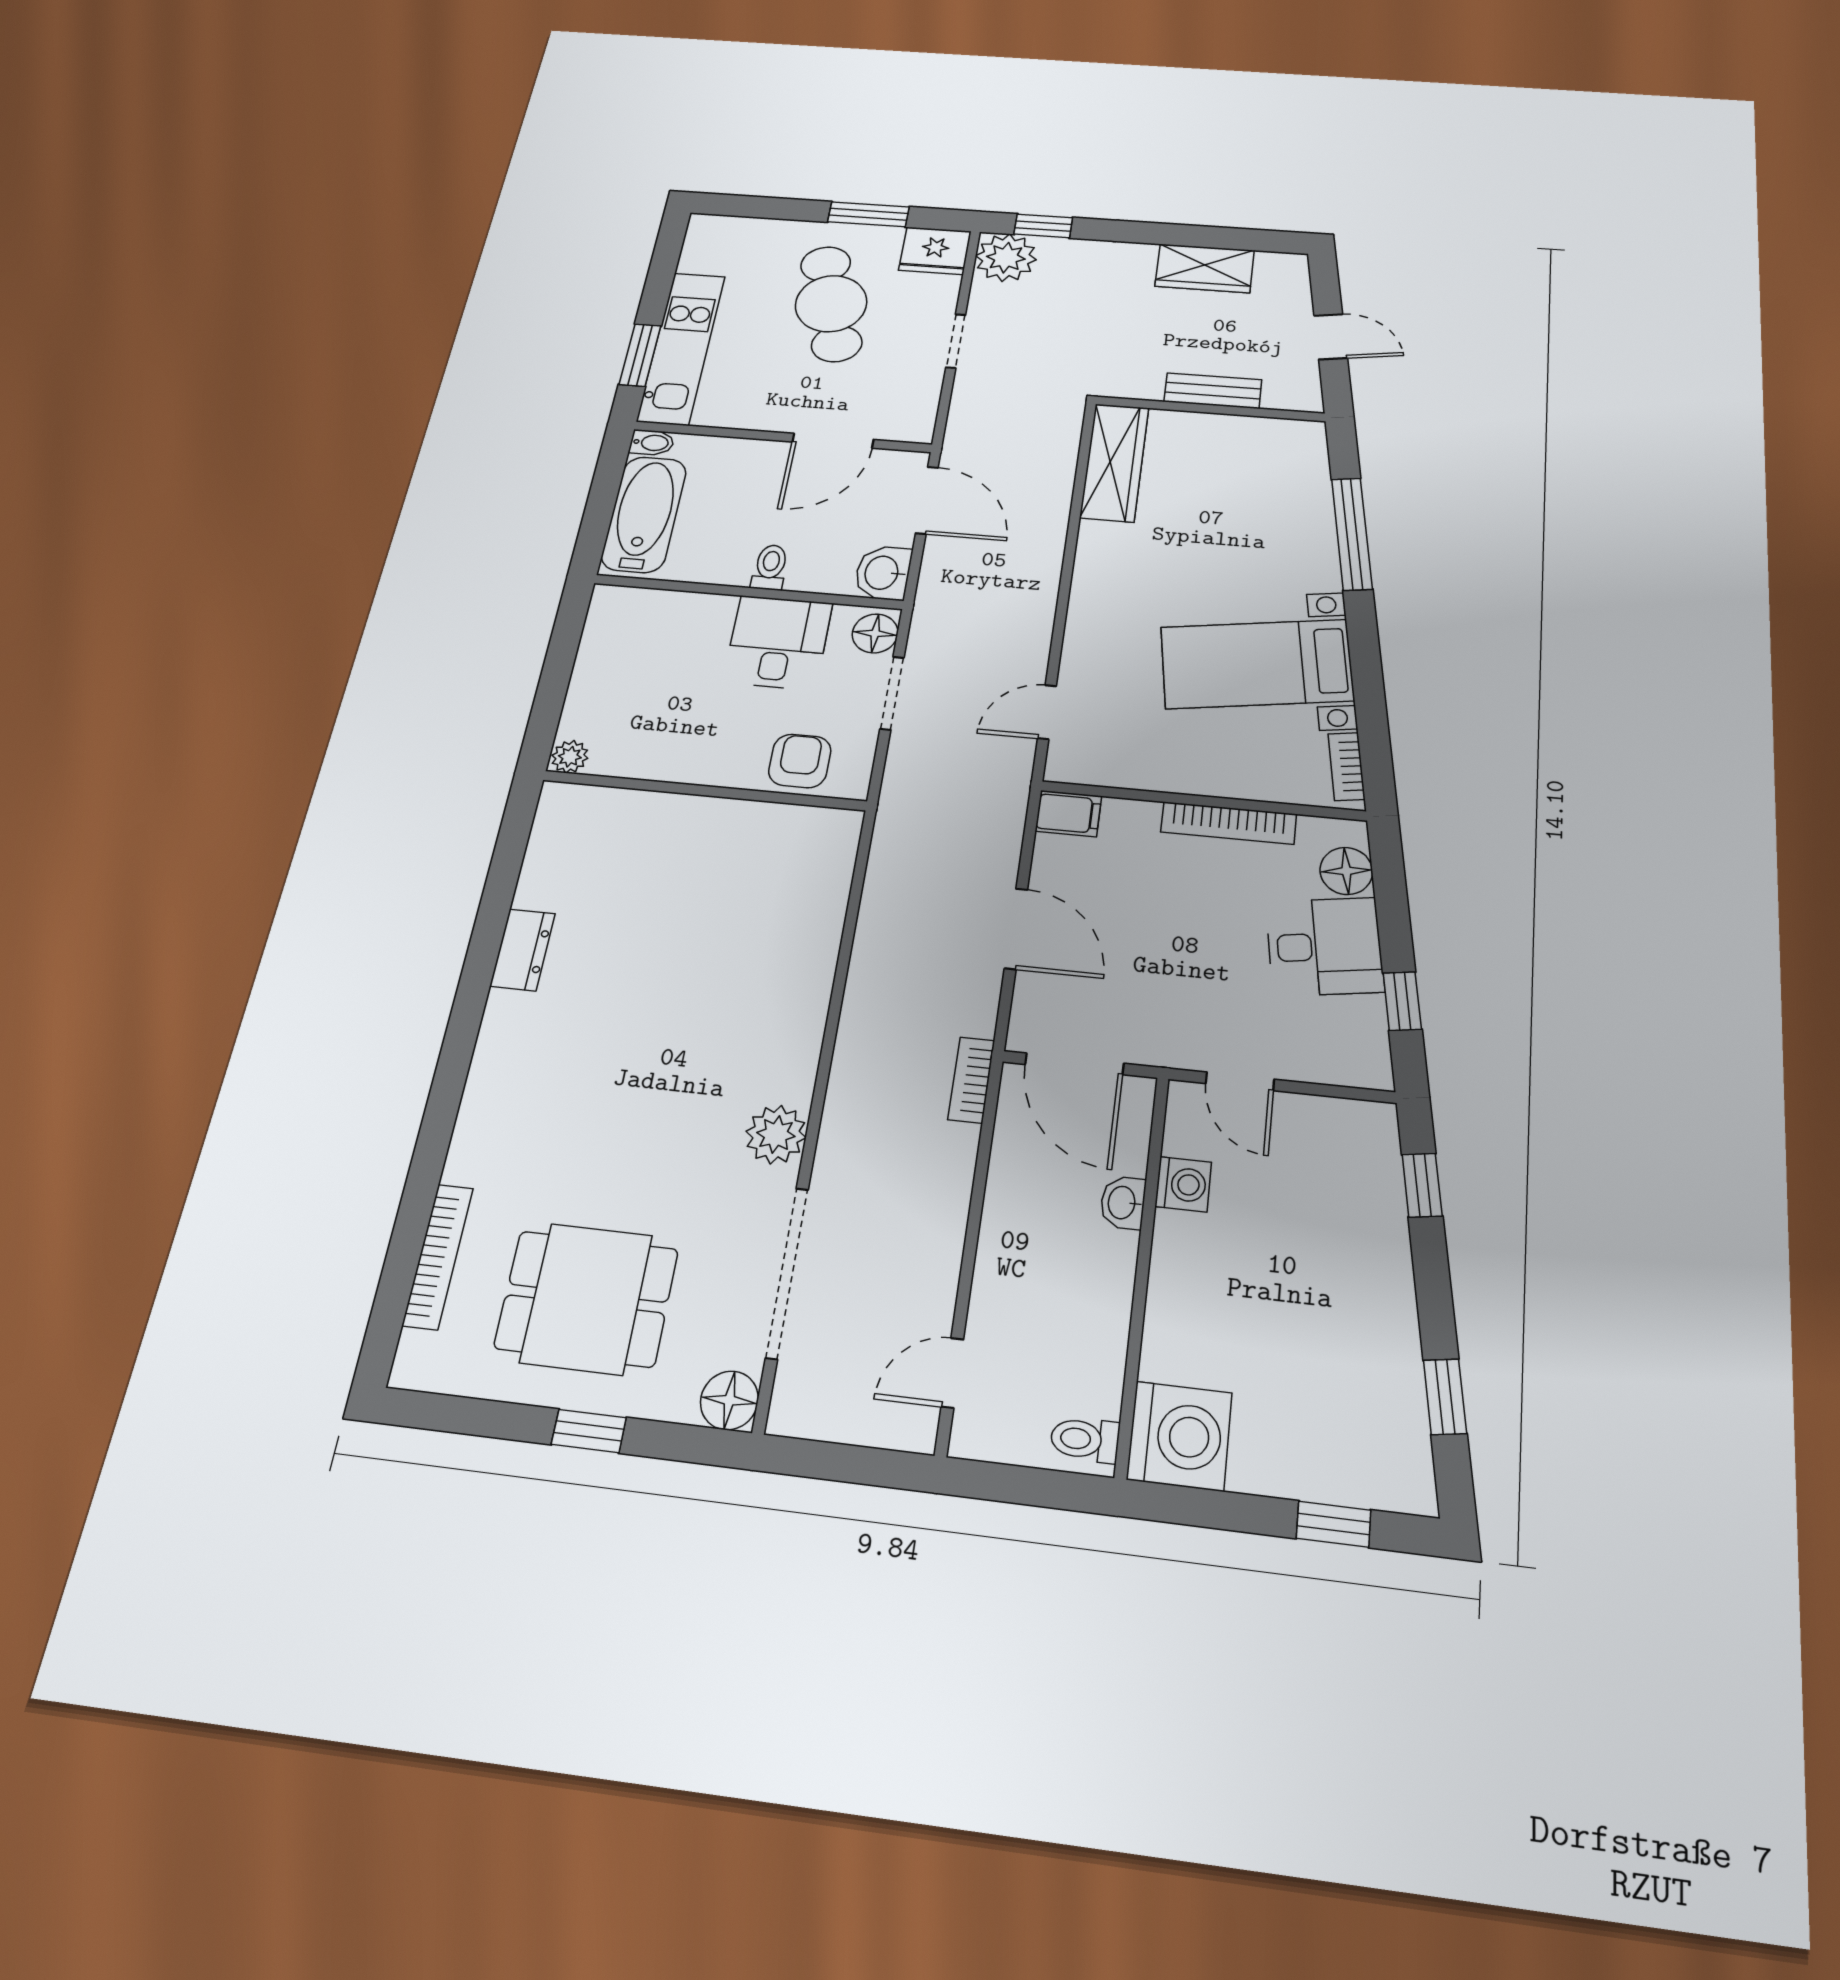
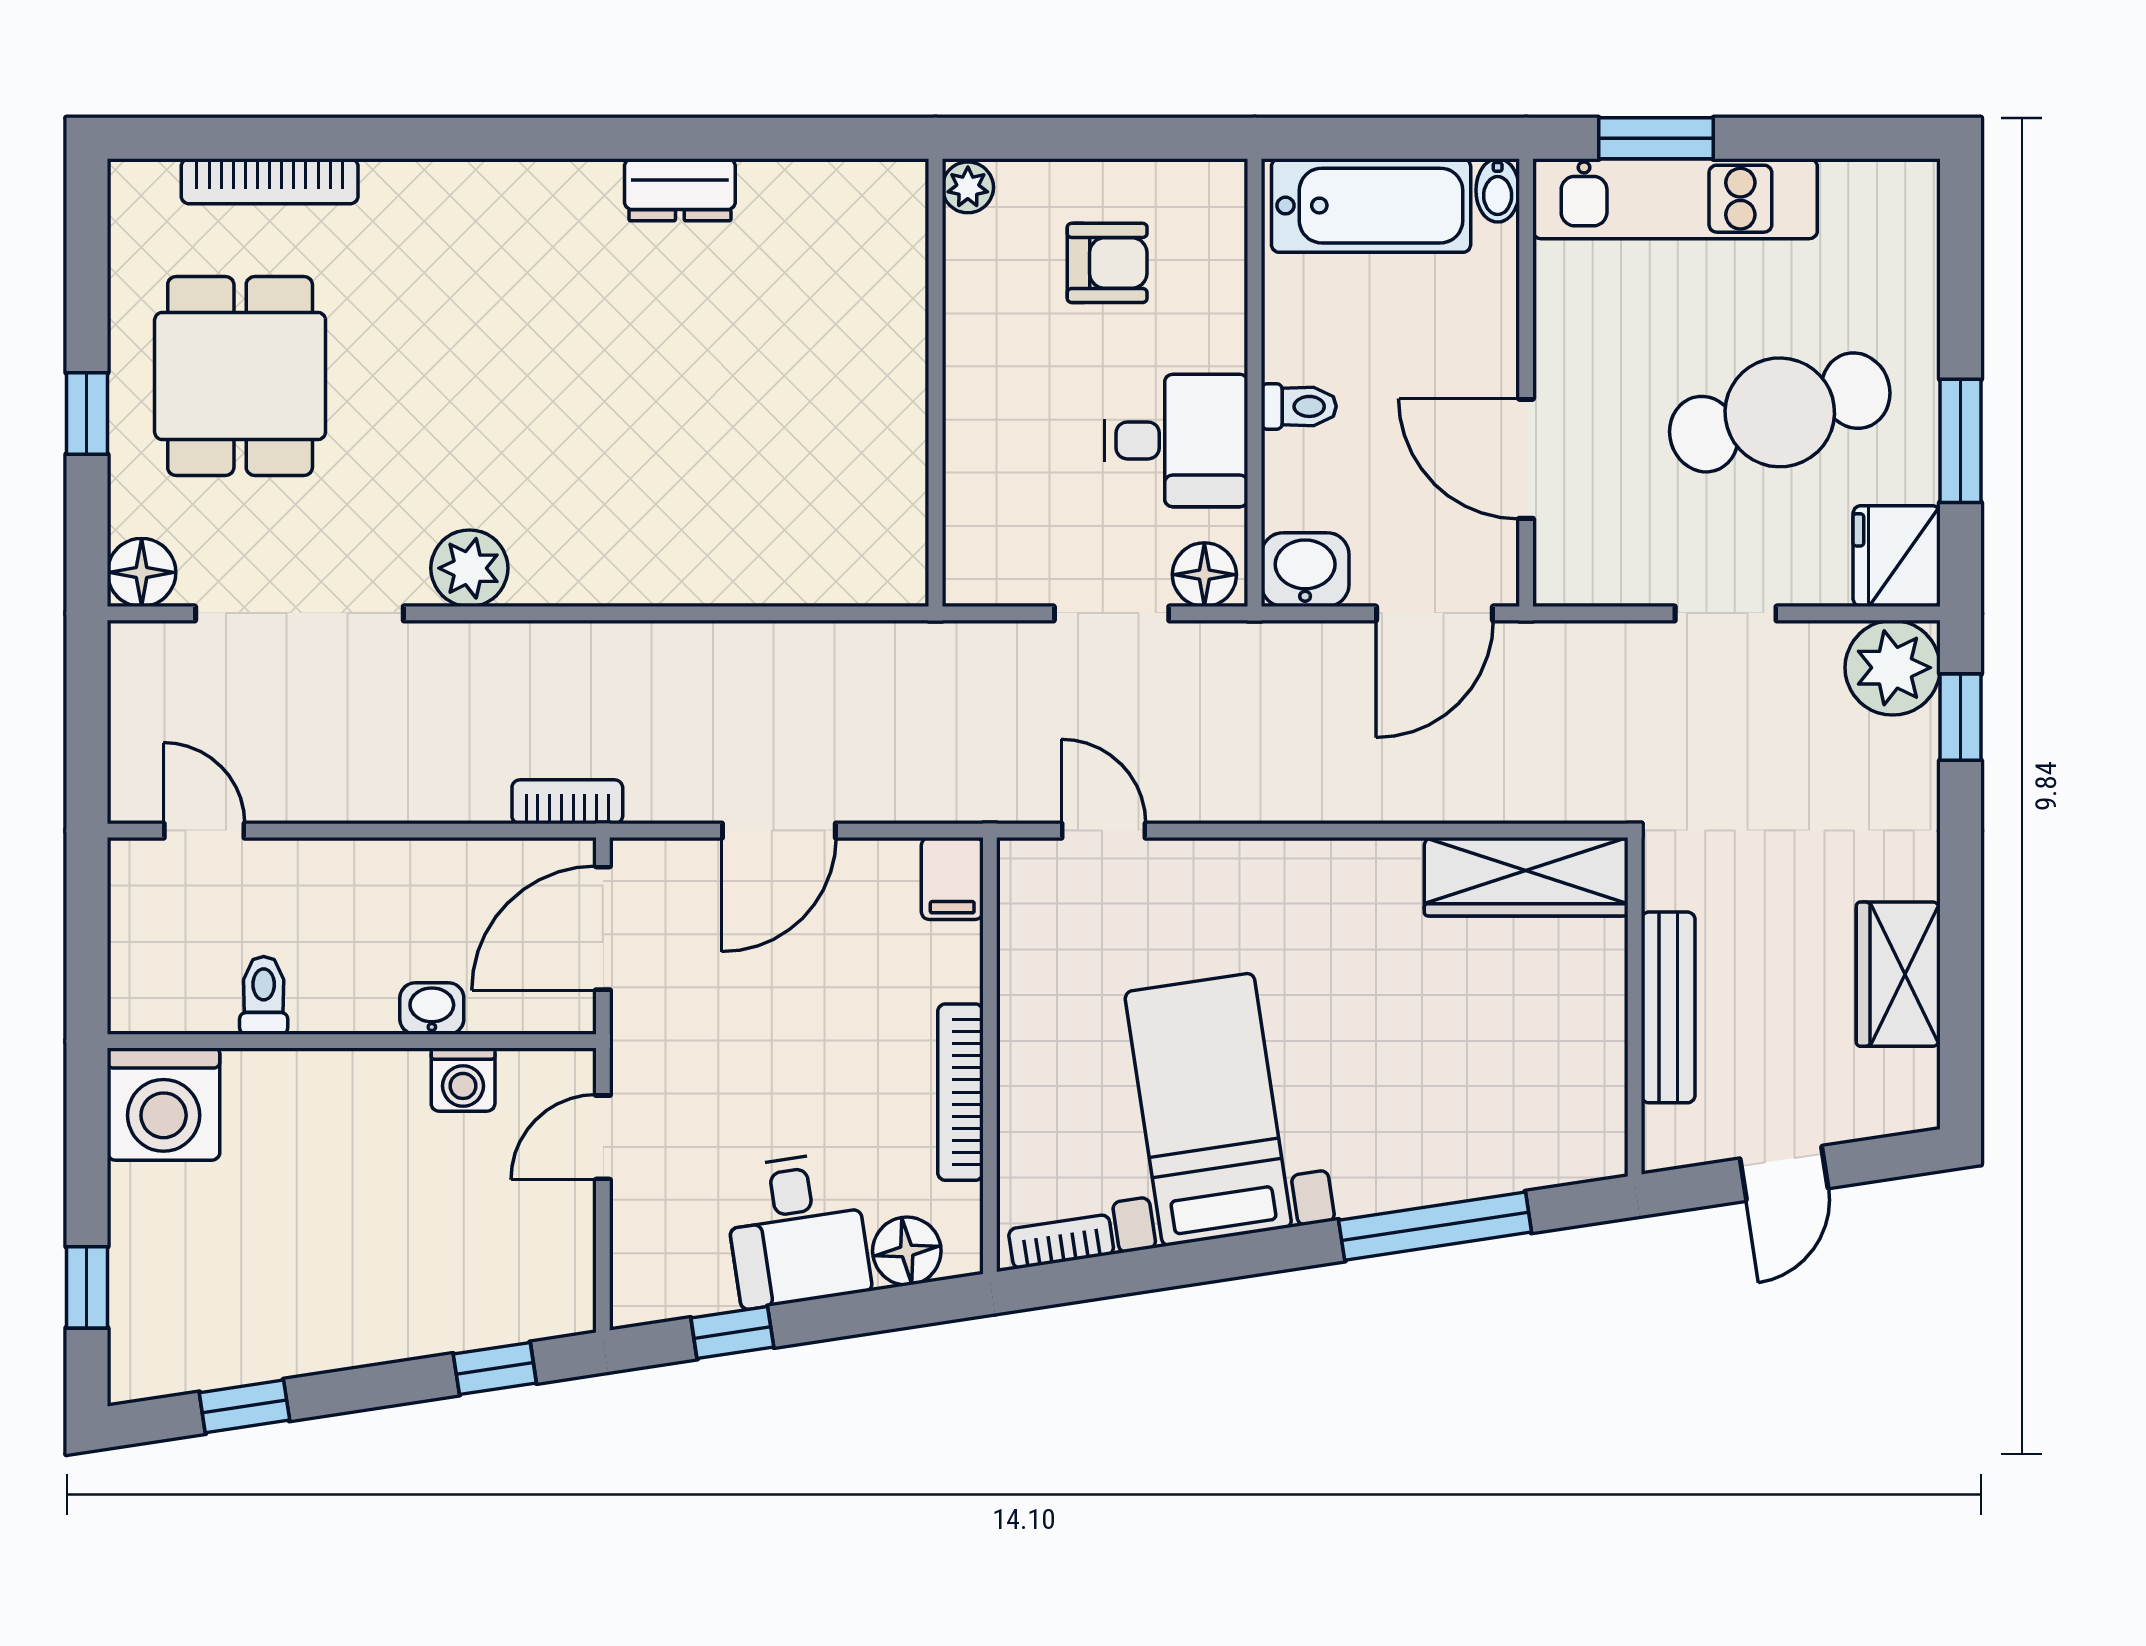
bench: (1213, 391) -> (1668, 1007), width x1.36
armchair: (800, 761) -> (1107, 263), moved
toilet: (1085, 1439) -> (264, 995), moved

